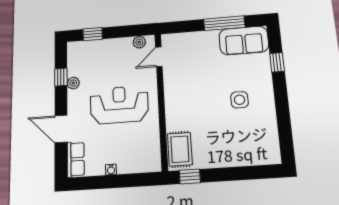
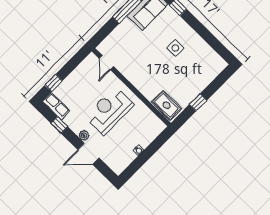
plant: (139, 42) -> (87, 64), removed
plant: (73, 83) -> (84, 136), moved
row of seats: (76, 159) -> (56, 106), moved
window: (190, 176) -> (198, 102), moved

